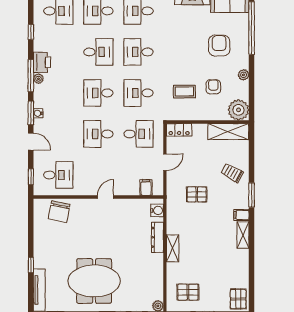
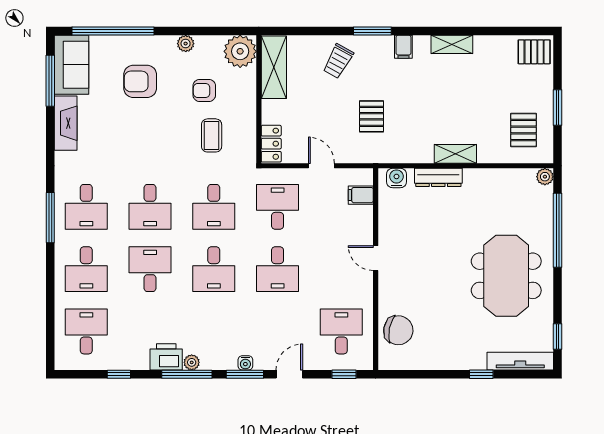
shelving: (243, 235) -> (452, 44), moved

